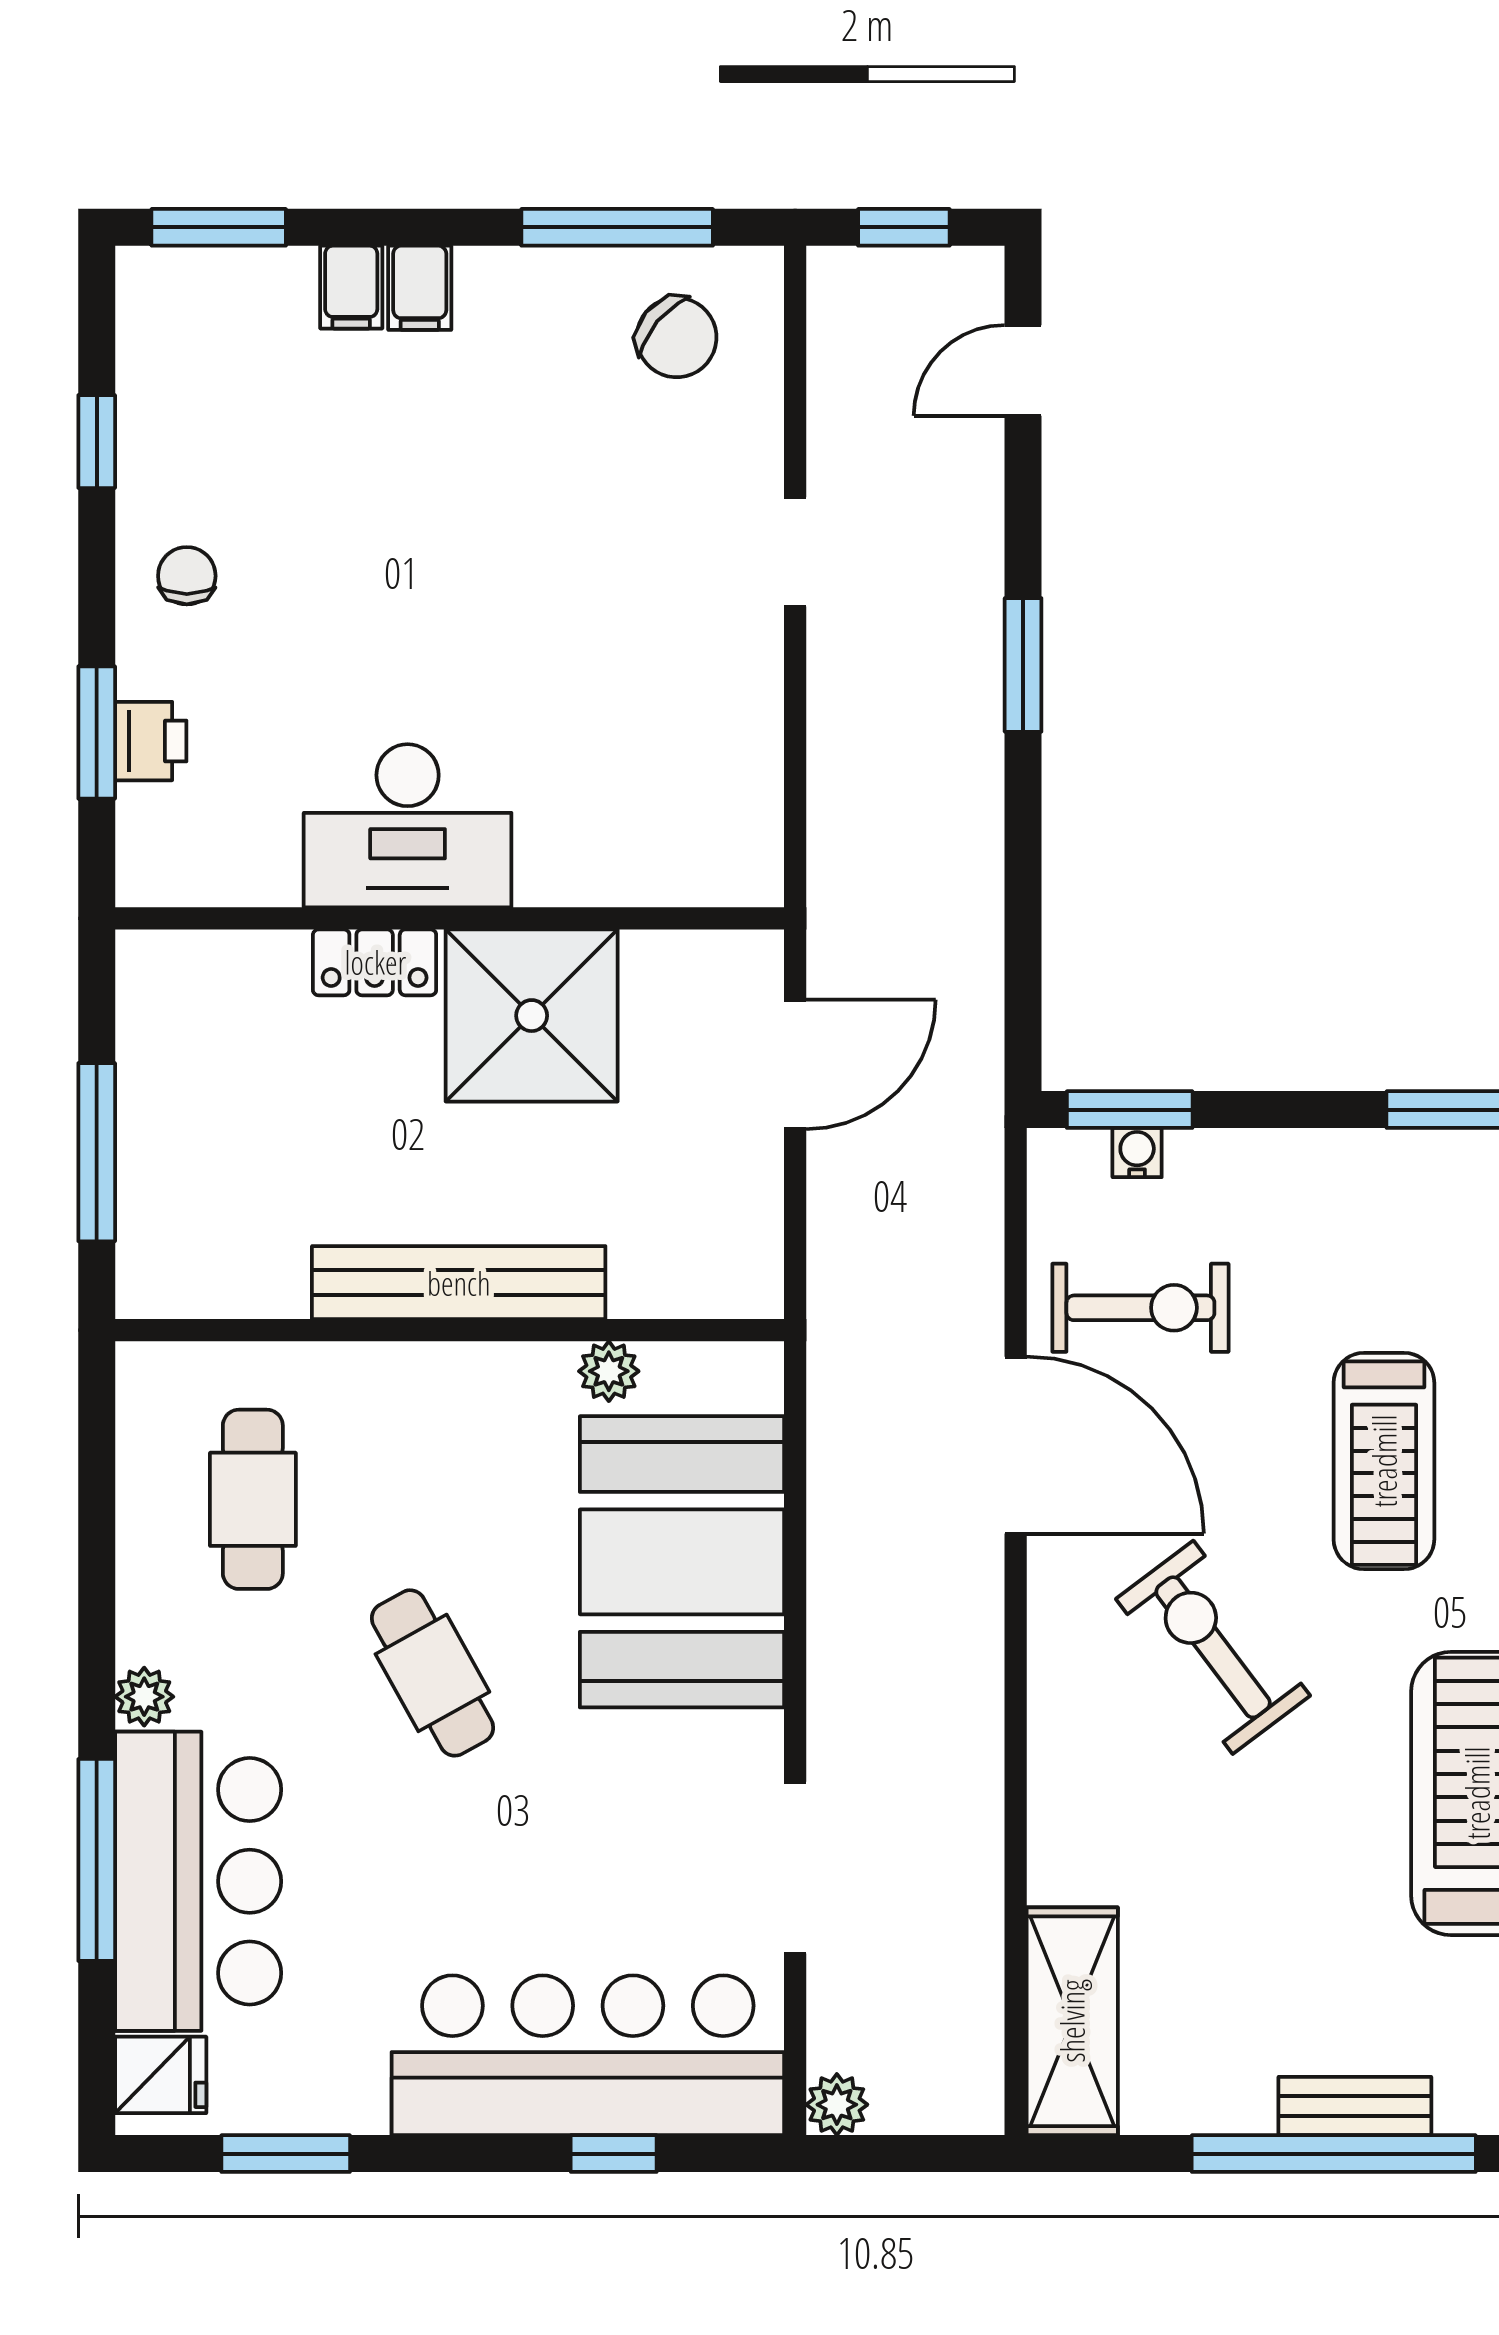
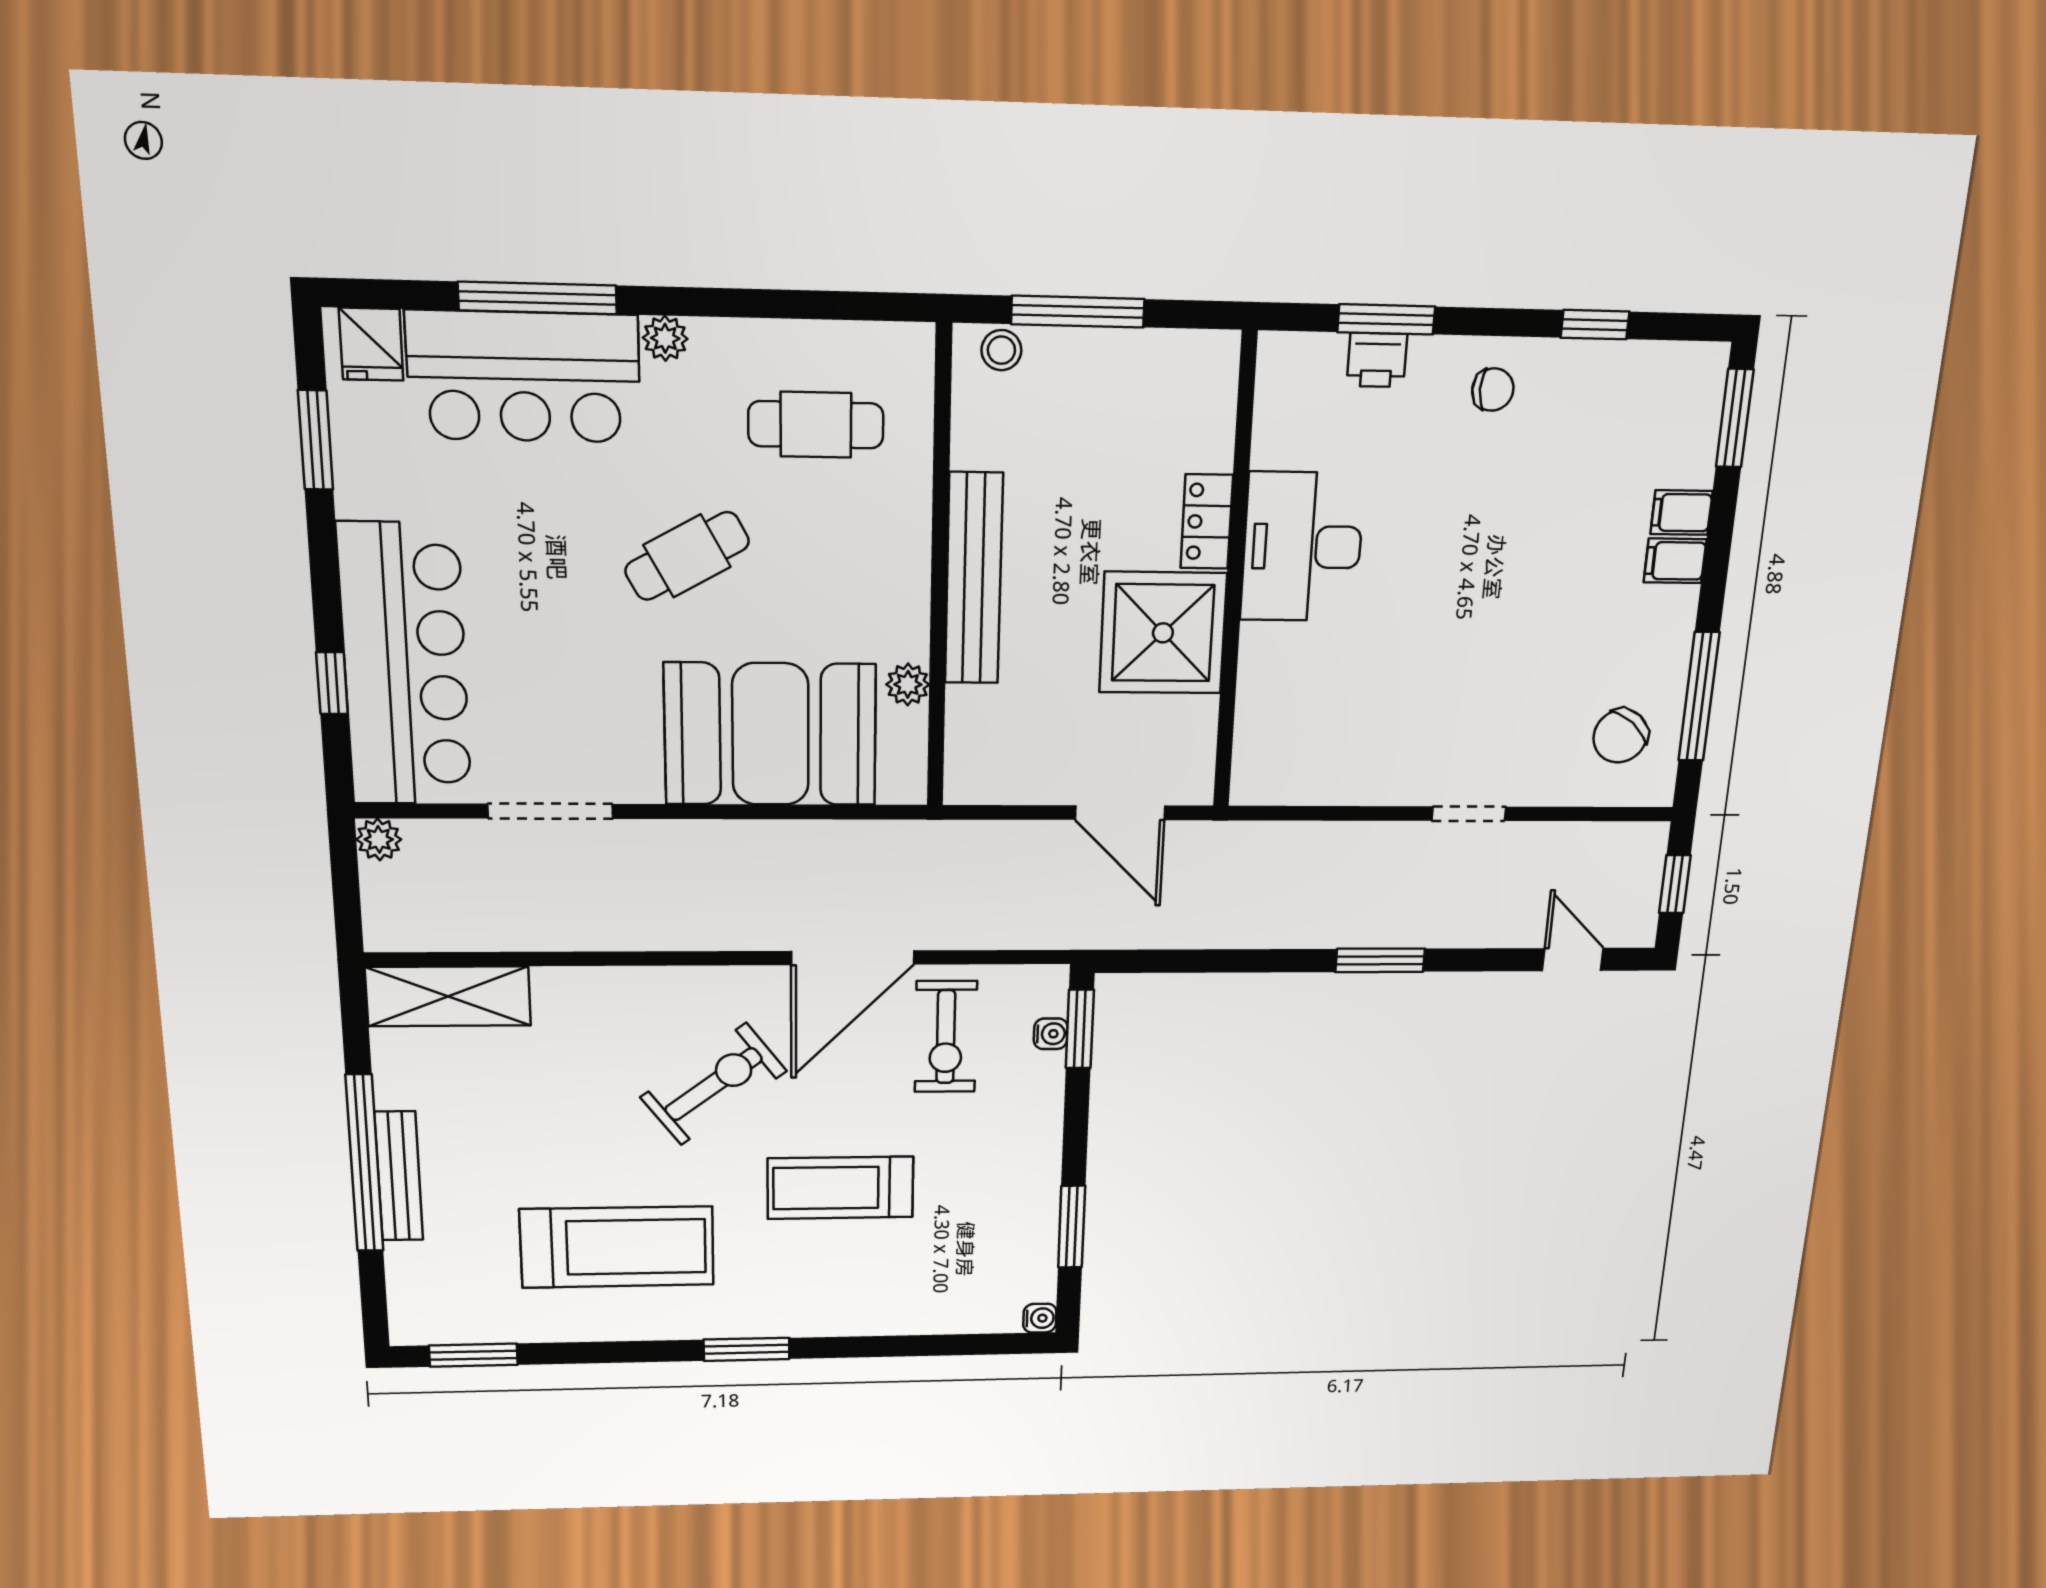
stool: (149, 1253) -> (1001, 350), added
bench: (1355, 2106) -> (399, 1176), width x1.36

